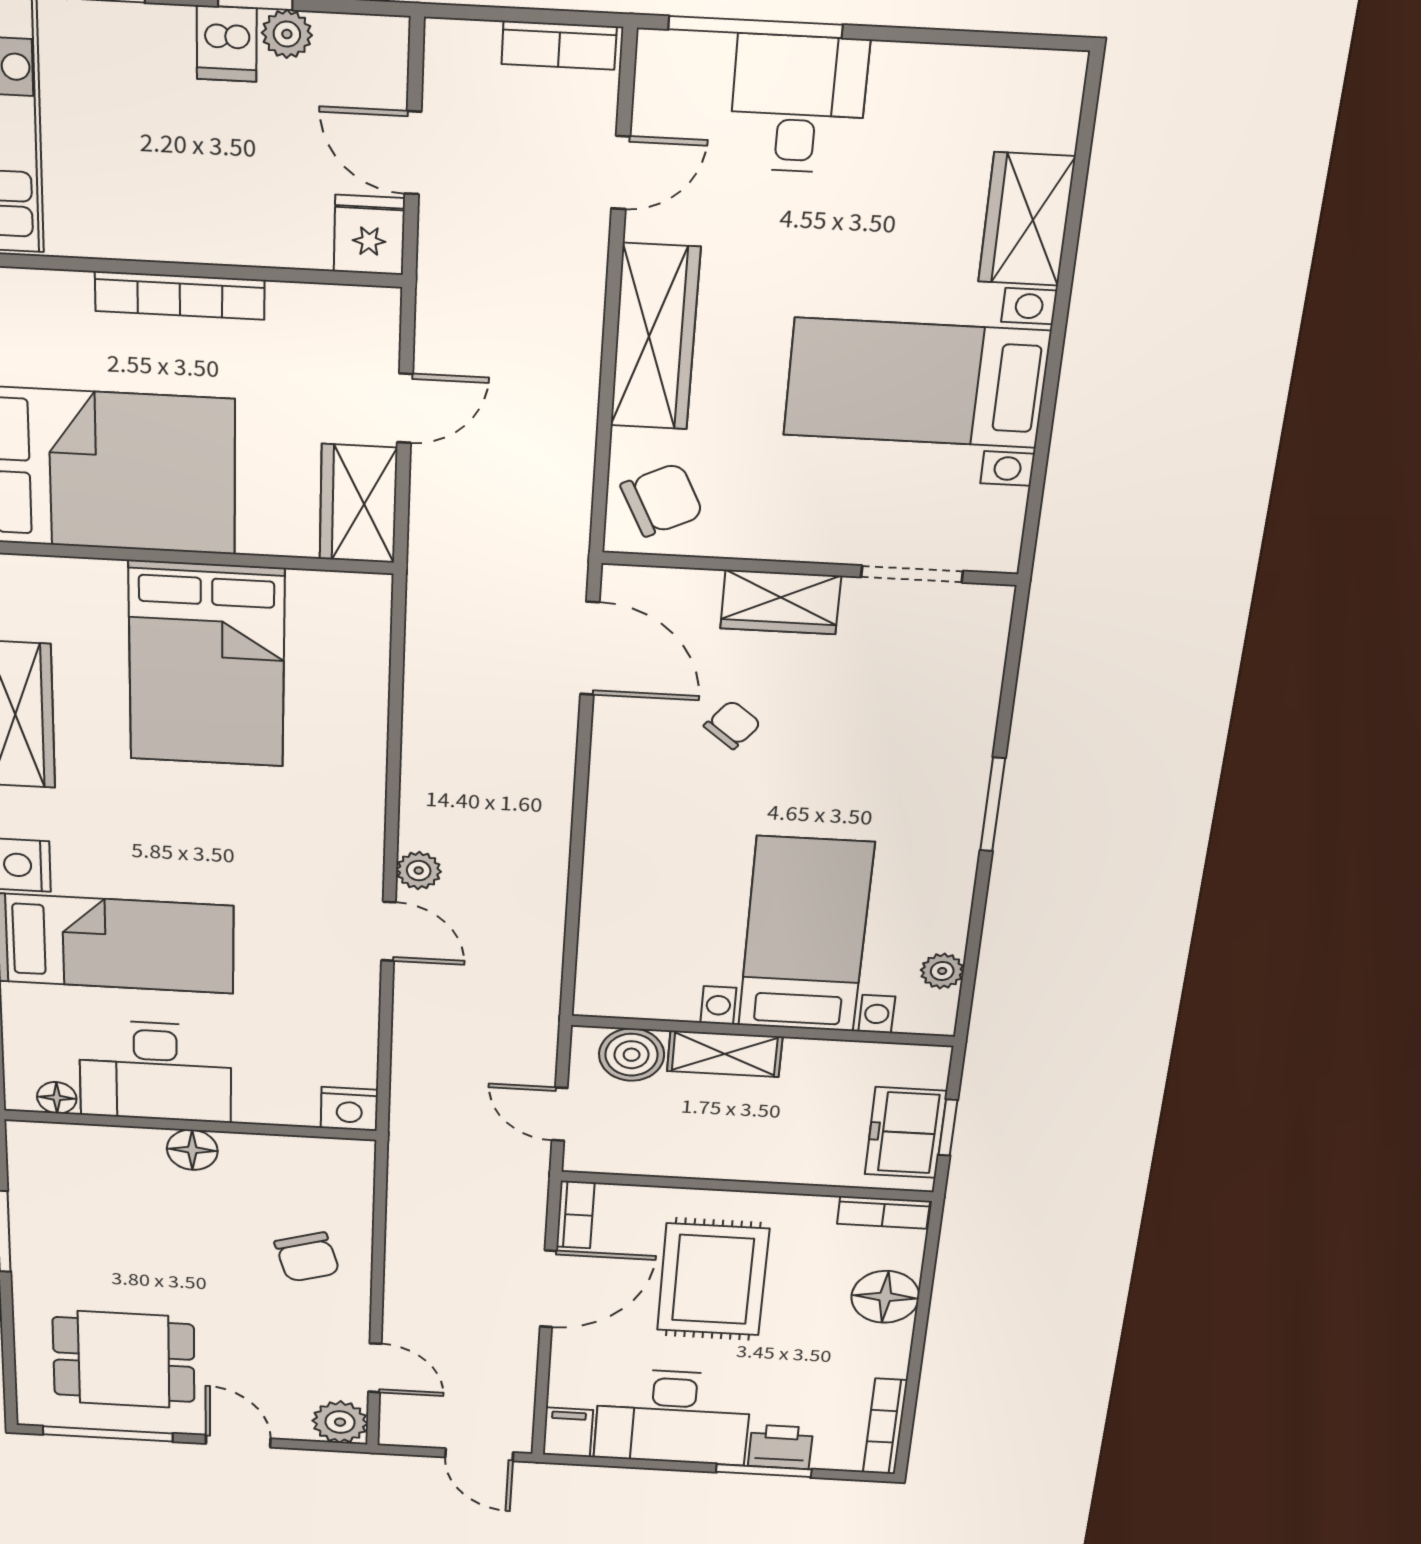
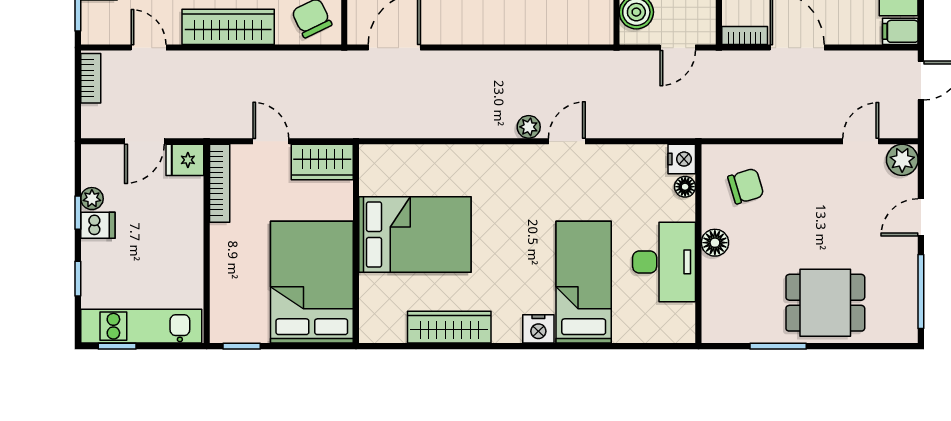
bookcase: (180, 295) -> (220, 183), moved
floor lamp: (57, 1098) -> (685, 187), moved
chair: (307, 1257) -> (746, 186), moved
dining table: (124, 1360) -> (825, 303), moved, turned 90

